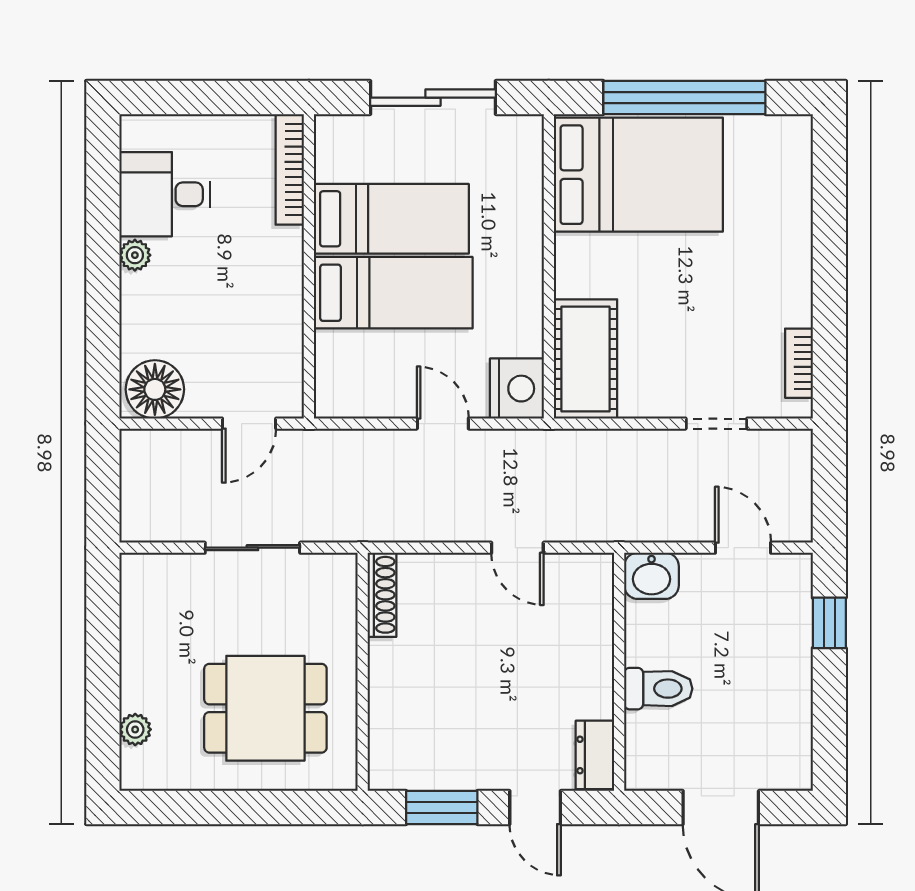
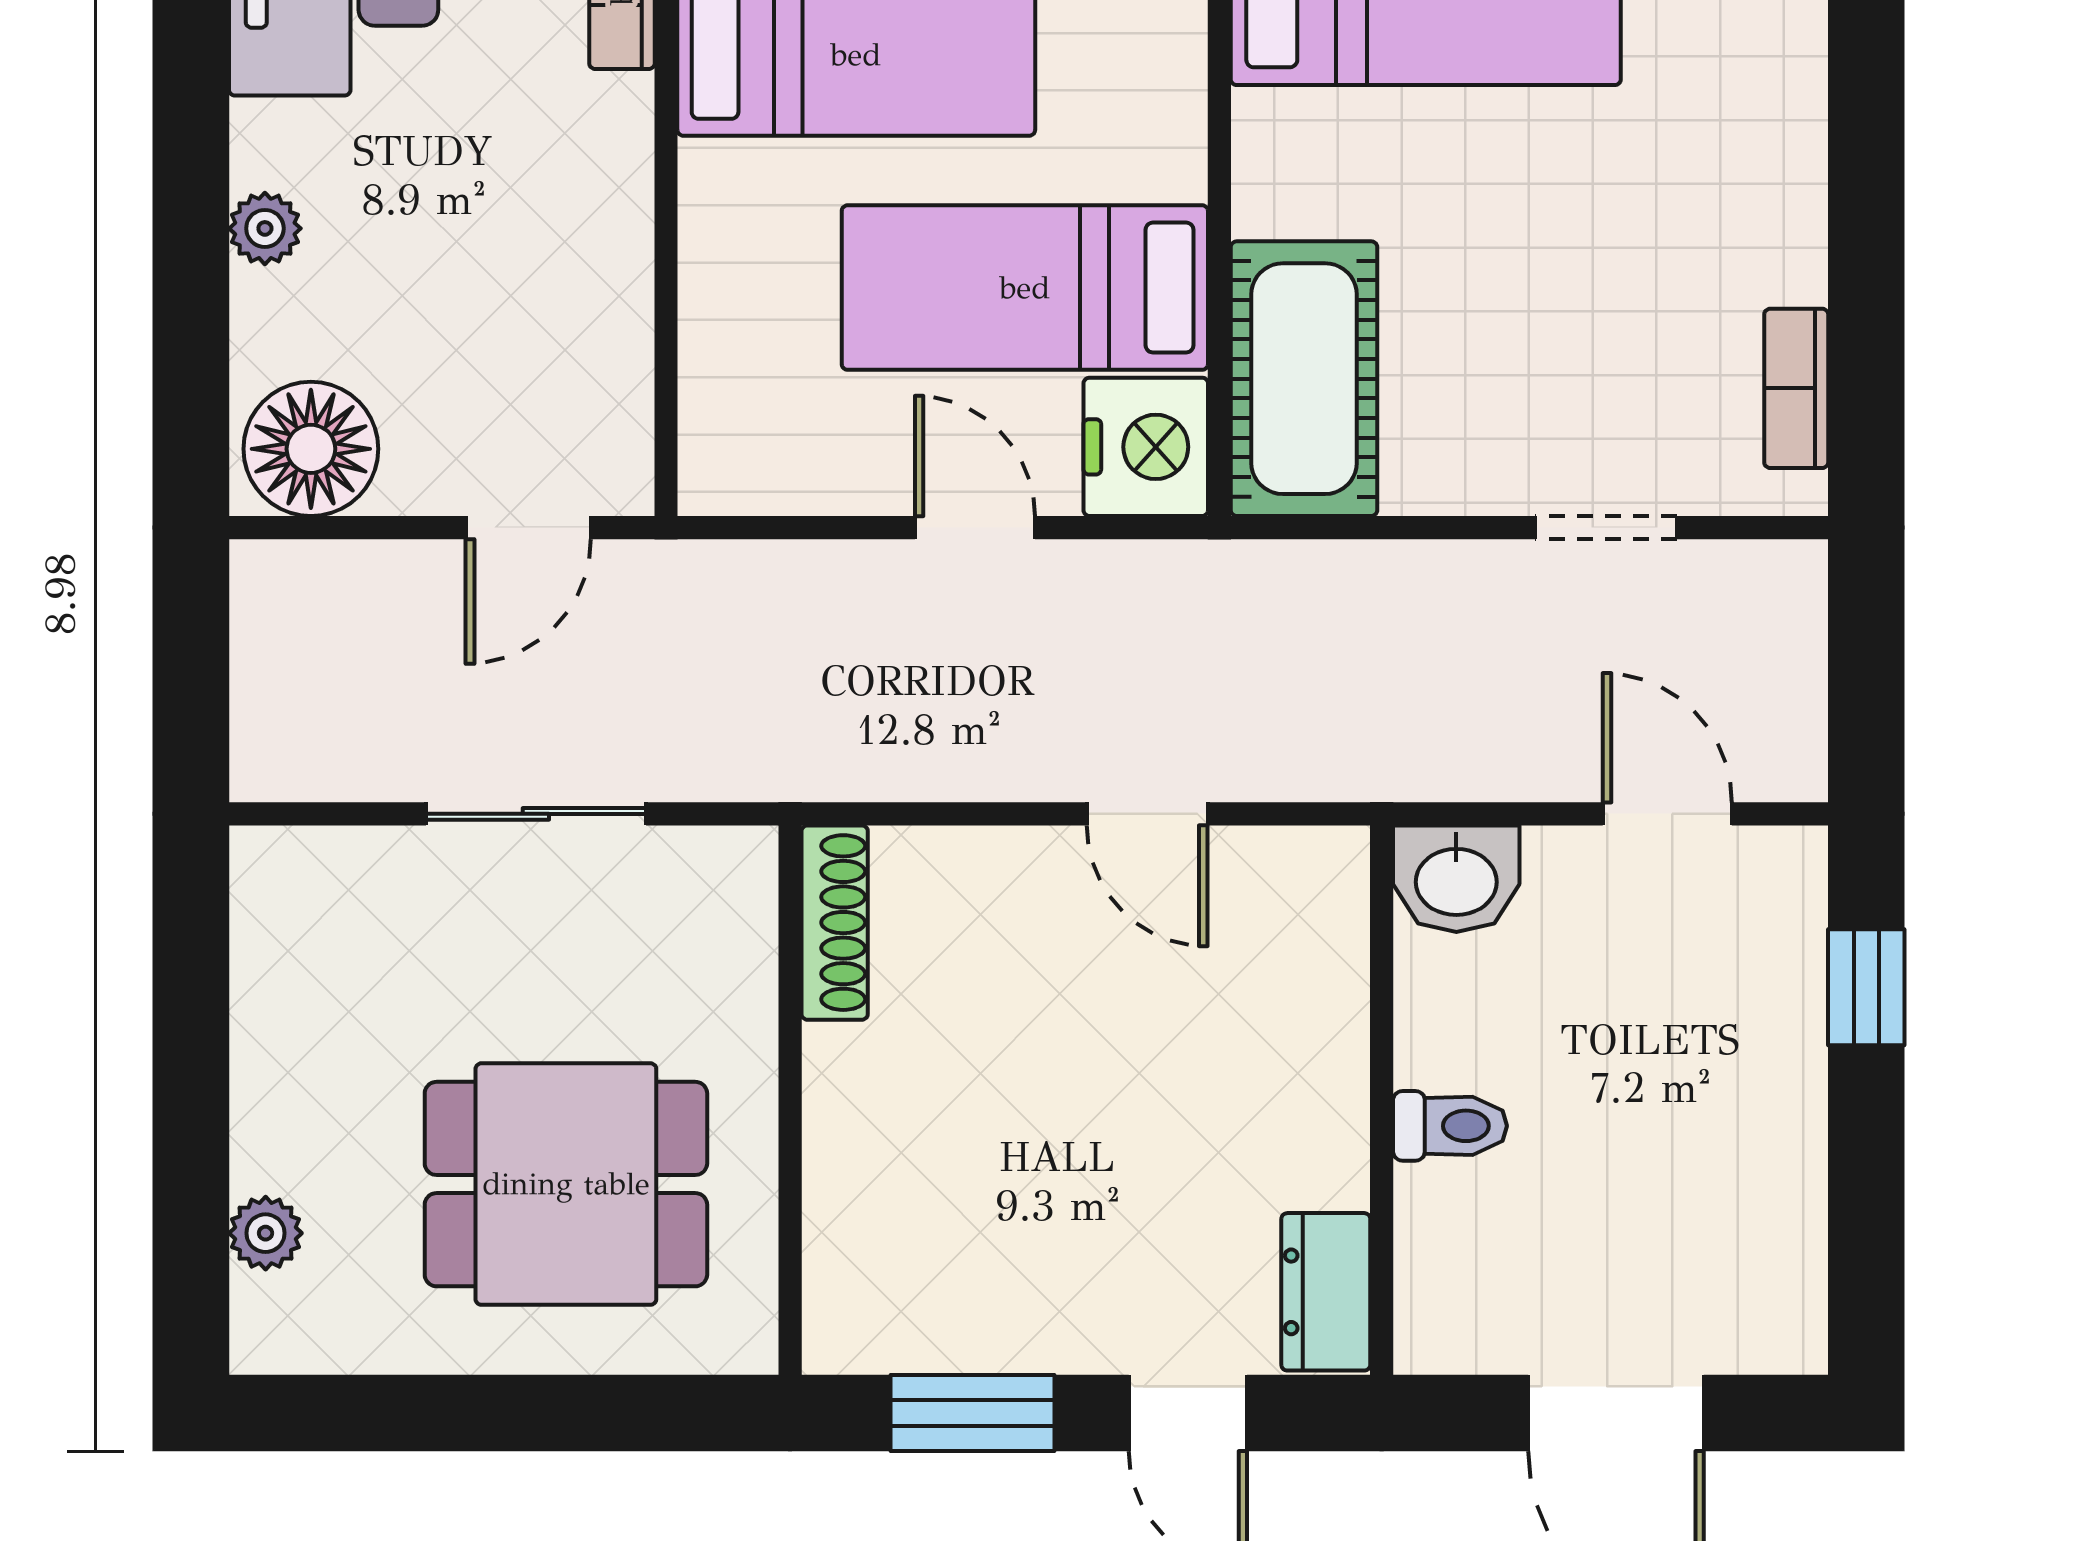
plant: (135, 255) -> (265, 228), moved
bed: (393, 293) -> (1025, 288), moved, turned 180
toilet: (658, 689) -> (1450, 1126), width x0.73, depth x0.72

